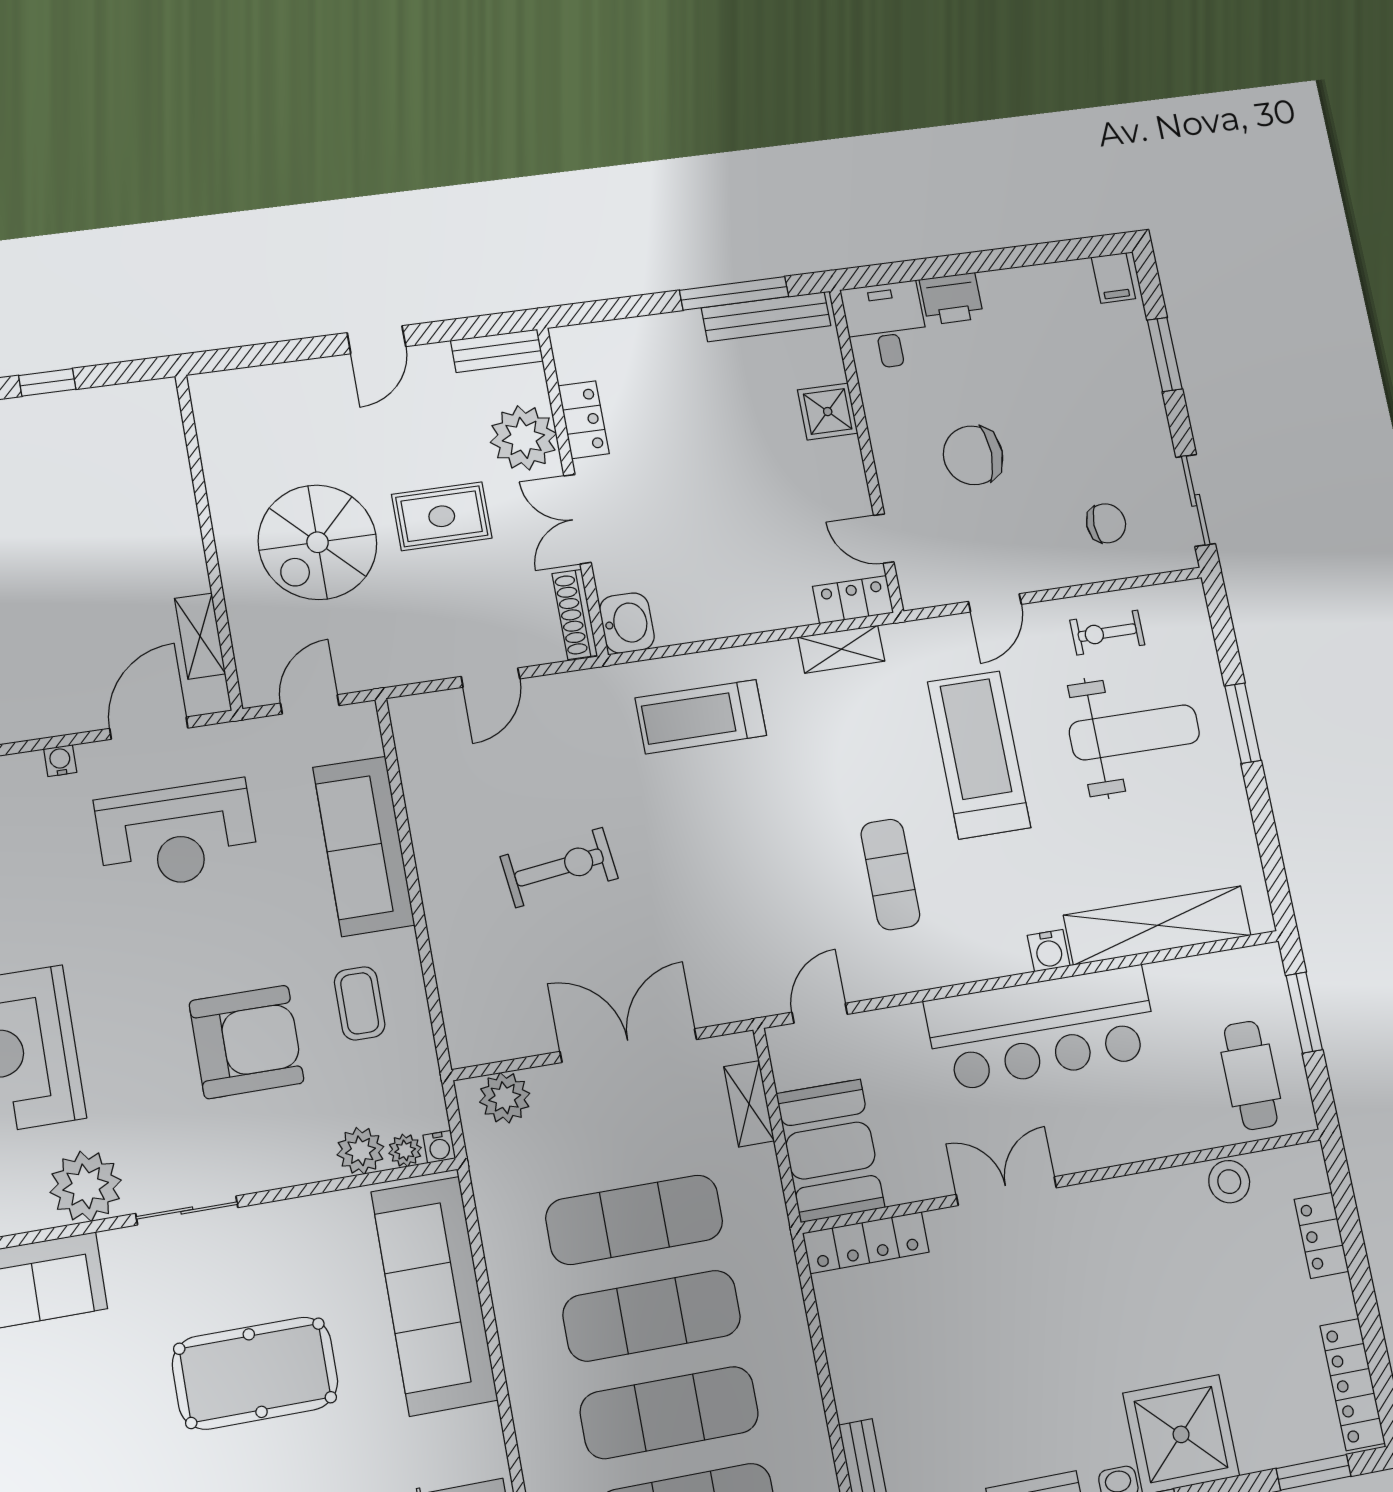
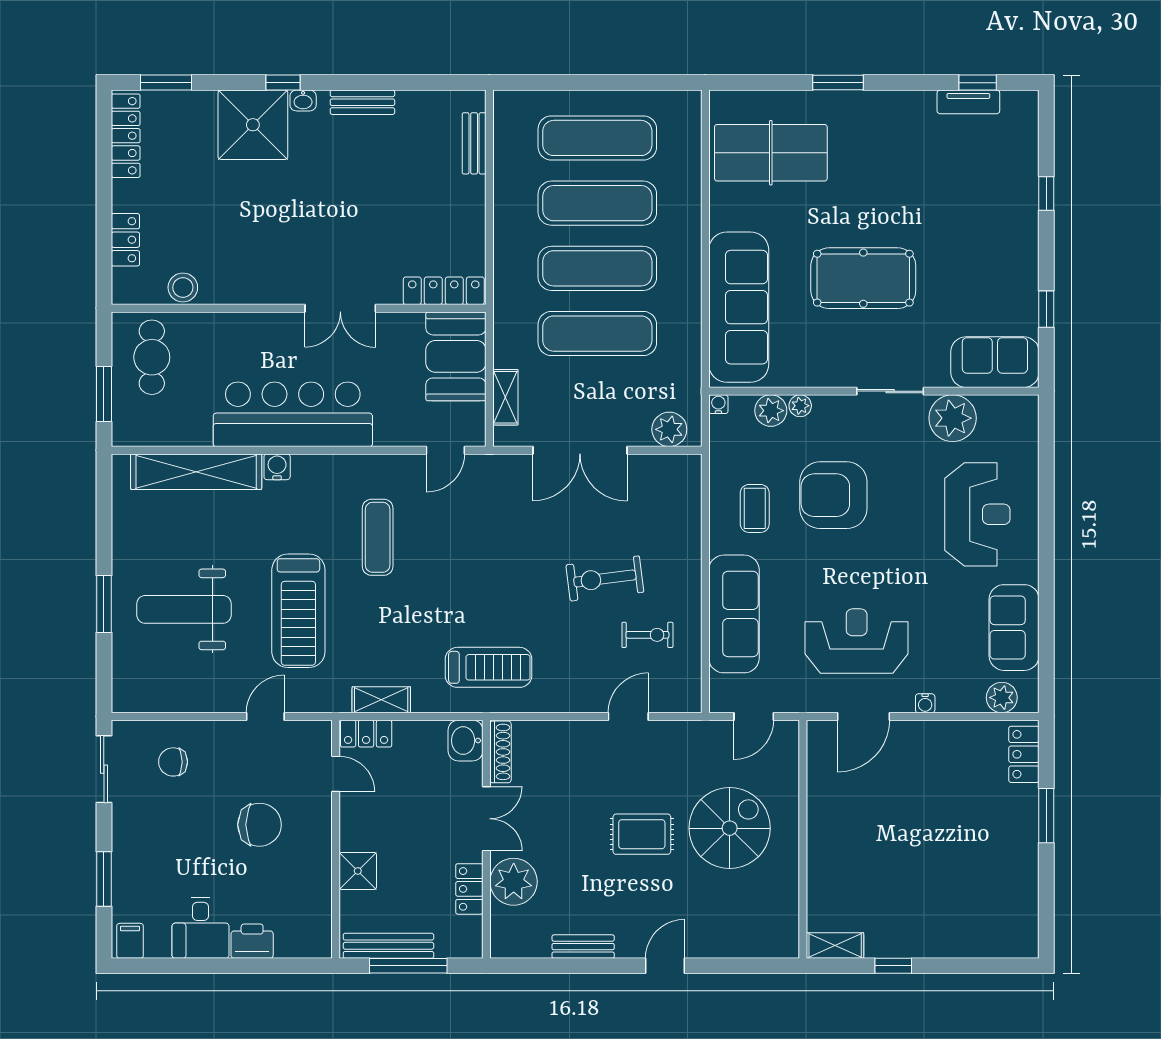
desk: (886, 325) -> (201, 928), moved
locker: (584, 420) -> (469, 889), moved
plant: (523, 438) -> (514, 882), moved
wall: (572, 491) -> (486, 839), moved
double door: (578, 519) -> (486, 819), moved
shoe rack: (575, 614) -> (500, 752), moved
washbasin: (627, 623) -> (466, 741), moved
exercise bike: (1107, 633) -> (647, 635), moved
shelving: (200, 636) -> (835, 946), moved, turned 90
plant: (405, 1150) -> (800, 406), moved

